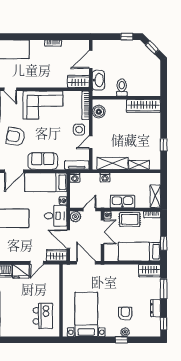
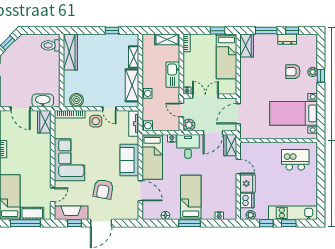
toilet: (122, 88) -> (51, 45), moved
rug: (130, 219) -> (192, 67), removed
window: (164, 324) -> (292, 31), moved

